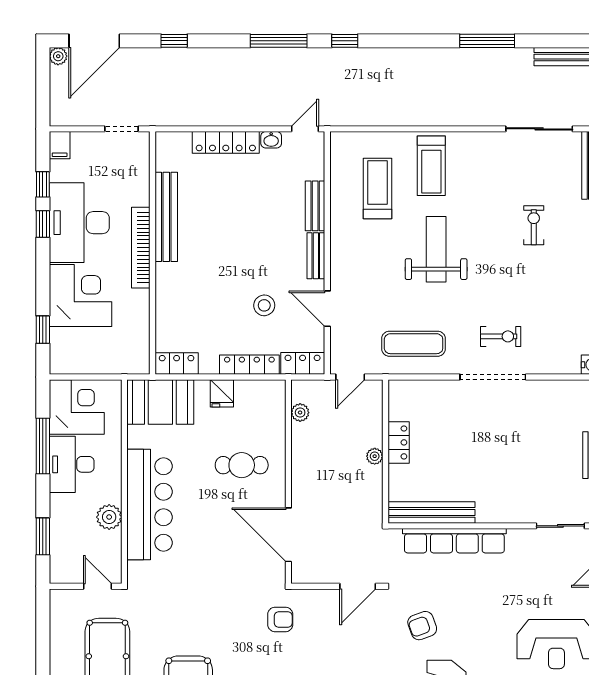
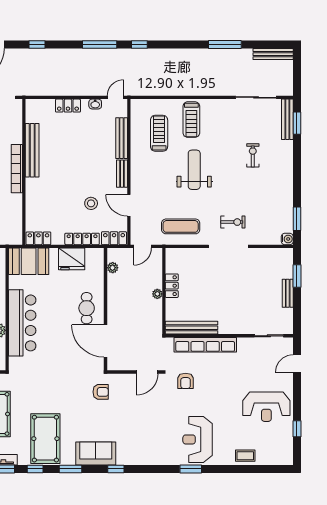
locker: (226, 142) -> (68, 106), width x0.66
bench: (315, 206) -> (122, 138), width x1.36
fridge: (222, 393) -> (72, 259), width x1.88, depth x1.34
cafe table: (242, 465) -> (87, 308), moved, turned 90
armchair: (422, 626) -> (186, 381), moved, turned -70

